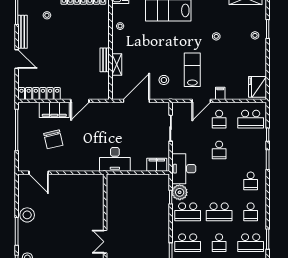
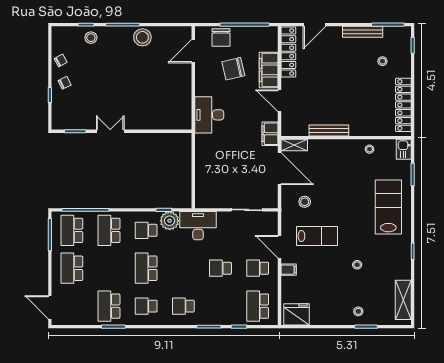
door: (17, 59) -> (314, 25), moved
bench: (105, 60) -> (329, 131), width x1.36
shelving: (117, 64) -> (294, 145), moved
chair: (27, 150) -> (221, 38), added
desk: (115, 159) -> (209, 115), moved
filing cabinet: (157, 165) -> (270, 134), moved, turned 180
school desk: (188, 212) -> (146, 230), width x0.54
school desk: (219, 243) -> (109, 268), removed

